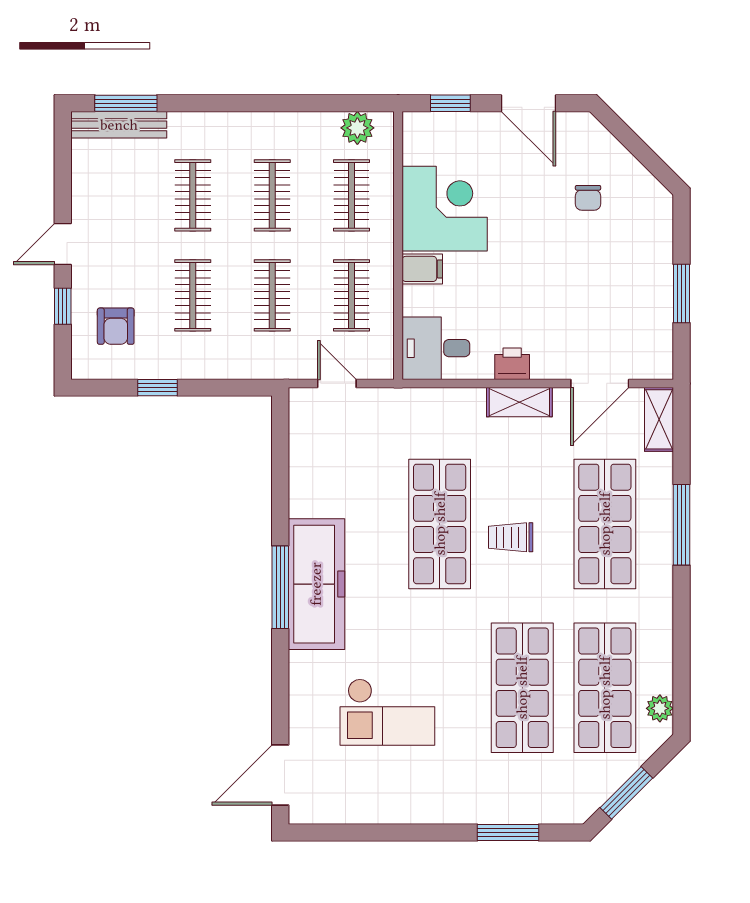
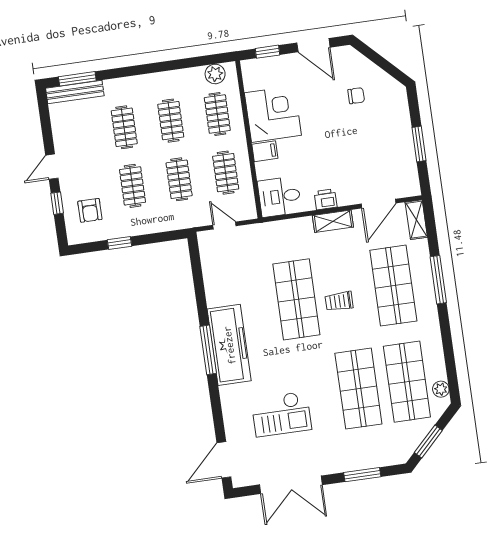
chair: (588, 198) -> (356, 96), turned -90
double door: (386, 833) -> (291, 485), added

